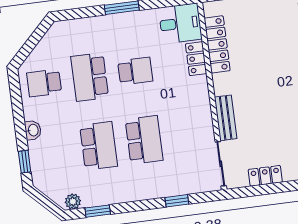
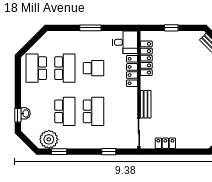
locker: (196, 59) -> (132, 71), width x1.53
school desk: (90, 77) -> (65, 68), turned 180
school desk: (44, 83) -> (36, 68), width x1.85
washbasin: (33, 130) -> (26, 113), moved
plant: (73, 202) -> (49, 139), width x1.88, depth x1.88

